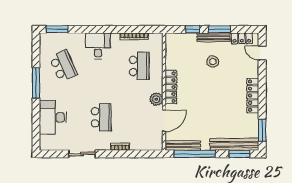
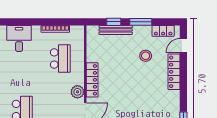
bench: (214, 37) -> (116, 30), moved
door: (262, 53) -> (183, 46), hinge flipped
stool: (213, 62) -> (146, 56), moved
locker: (253, 96) -> (174, 72), moved

